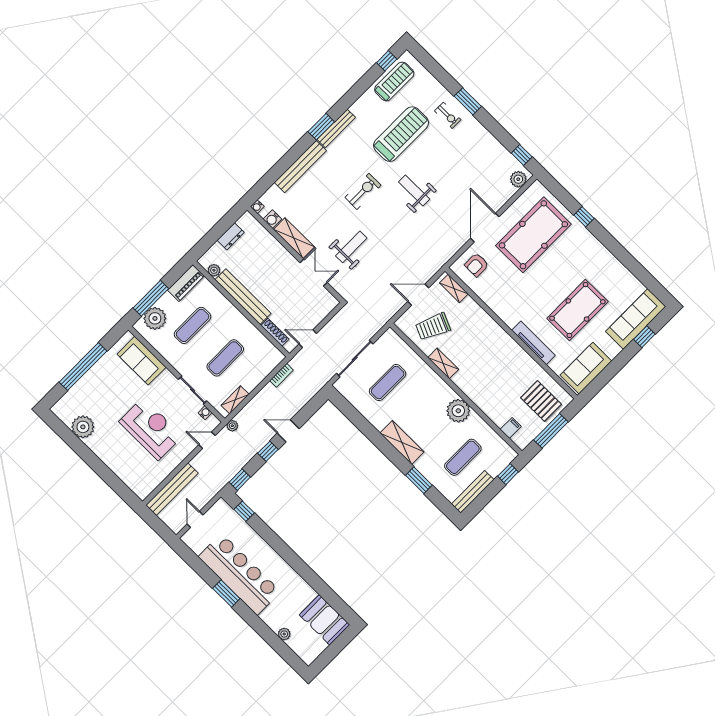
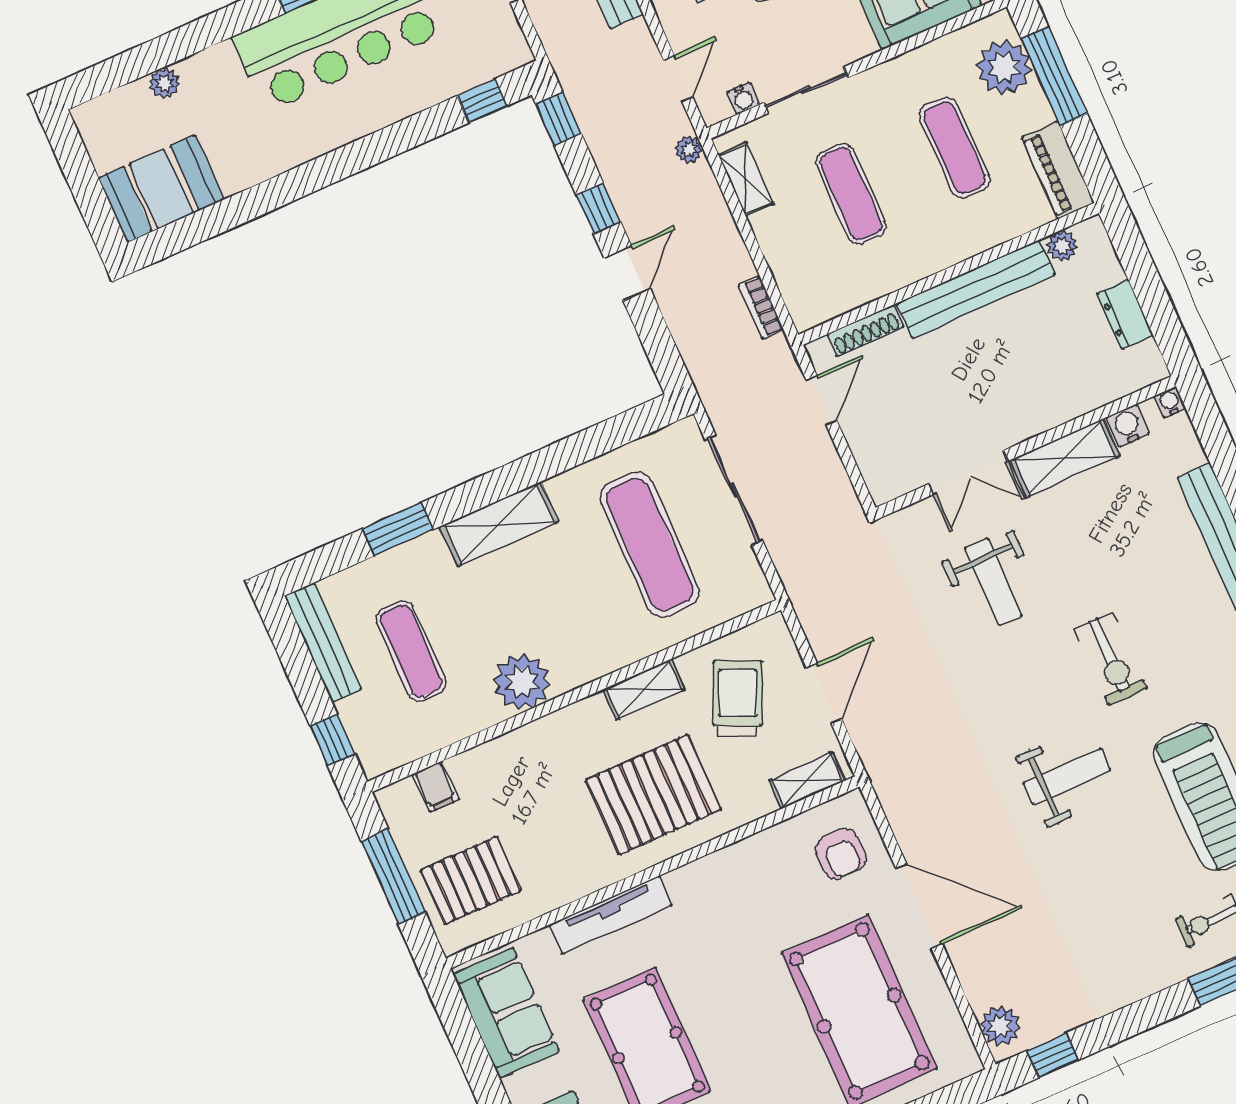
armchair: (477, 265) -> (841, 854), turned 180
pallet: (482, 344) -> (653, 795), added
exercise mat: (388, 383) -> (650, 545), width x1.36, depth x1.45

